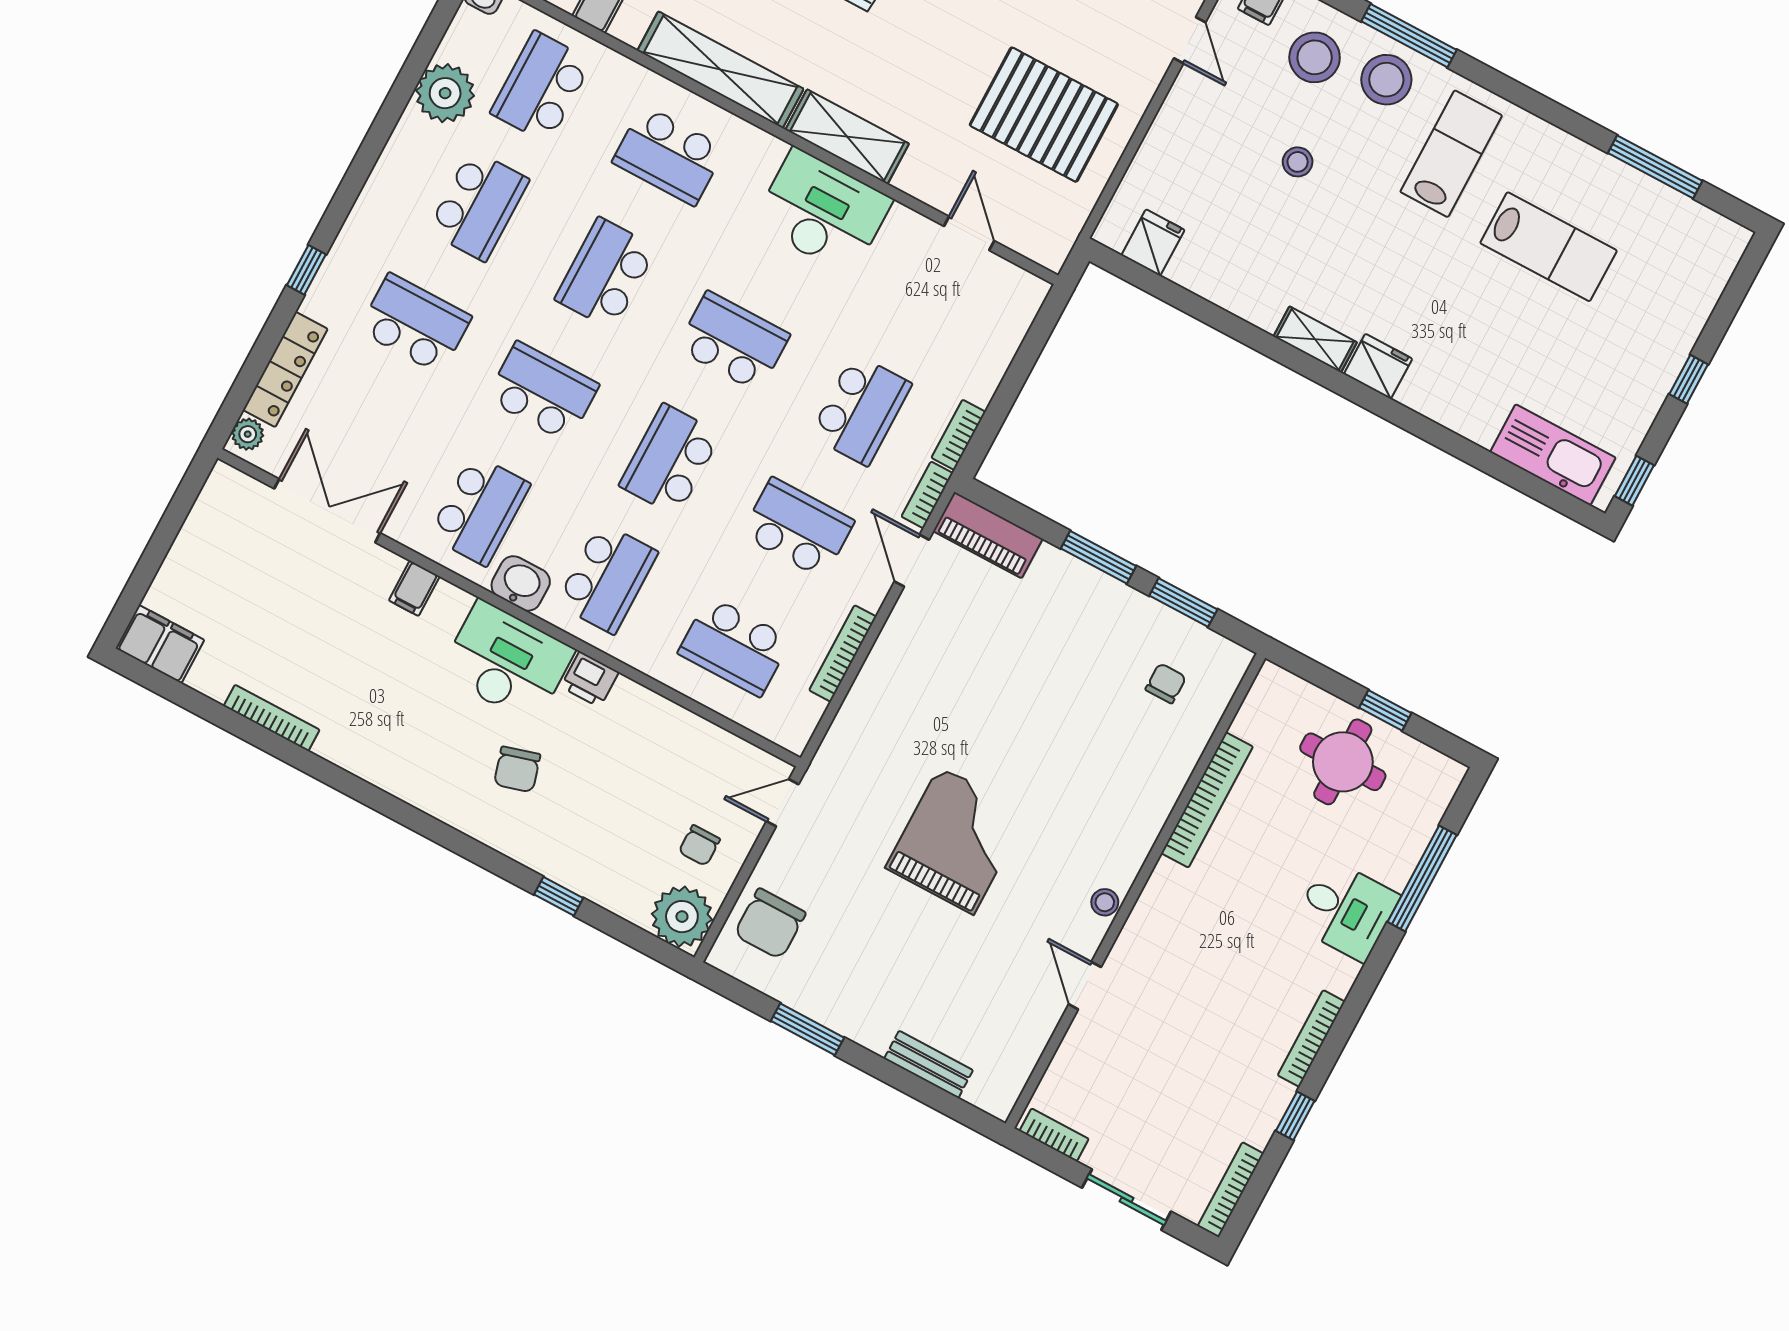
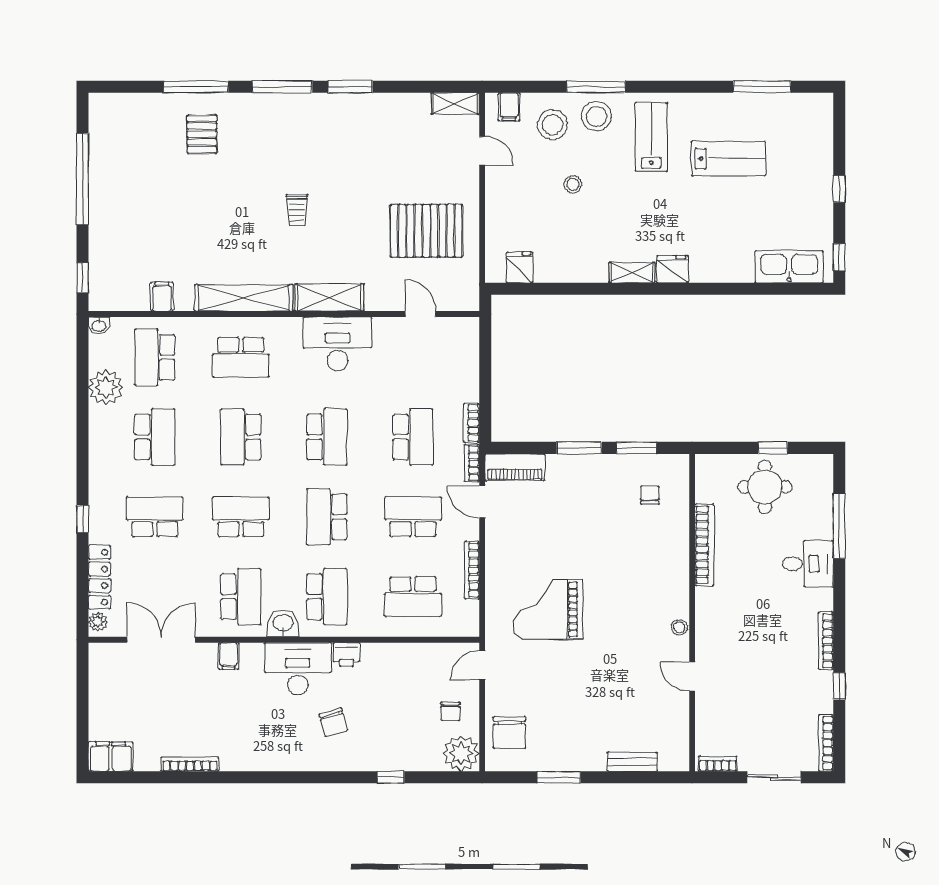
school desk: (733, 342) -> (327, 437), turned 90
grand piano: (957, 840) -> (548, 609), moved, turned -90

